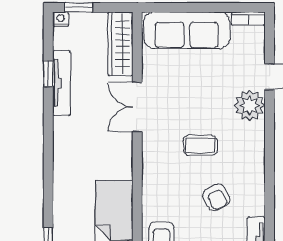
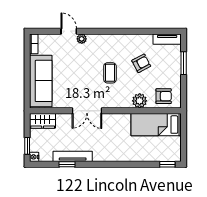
wardrobe: (120, 44) -> (43, 121), width x0.67
plant: (250, 105) -> (82, 39), width x0.53, depth x0.53
plant: (154, 194) -> (140, 101), added

